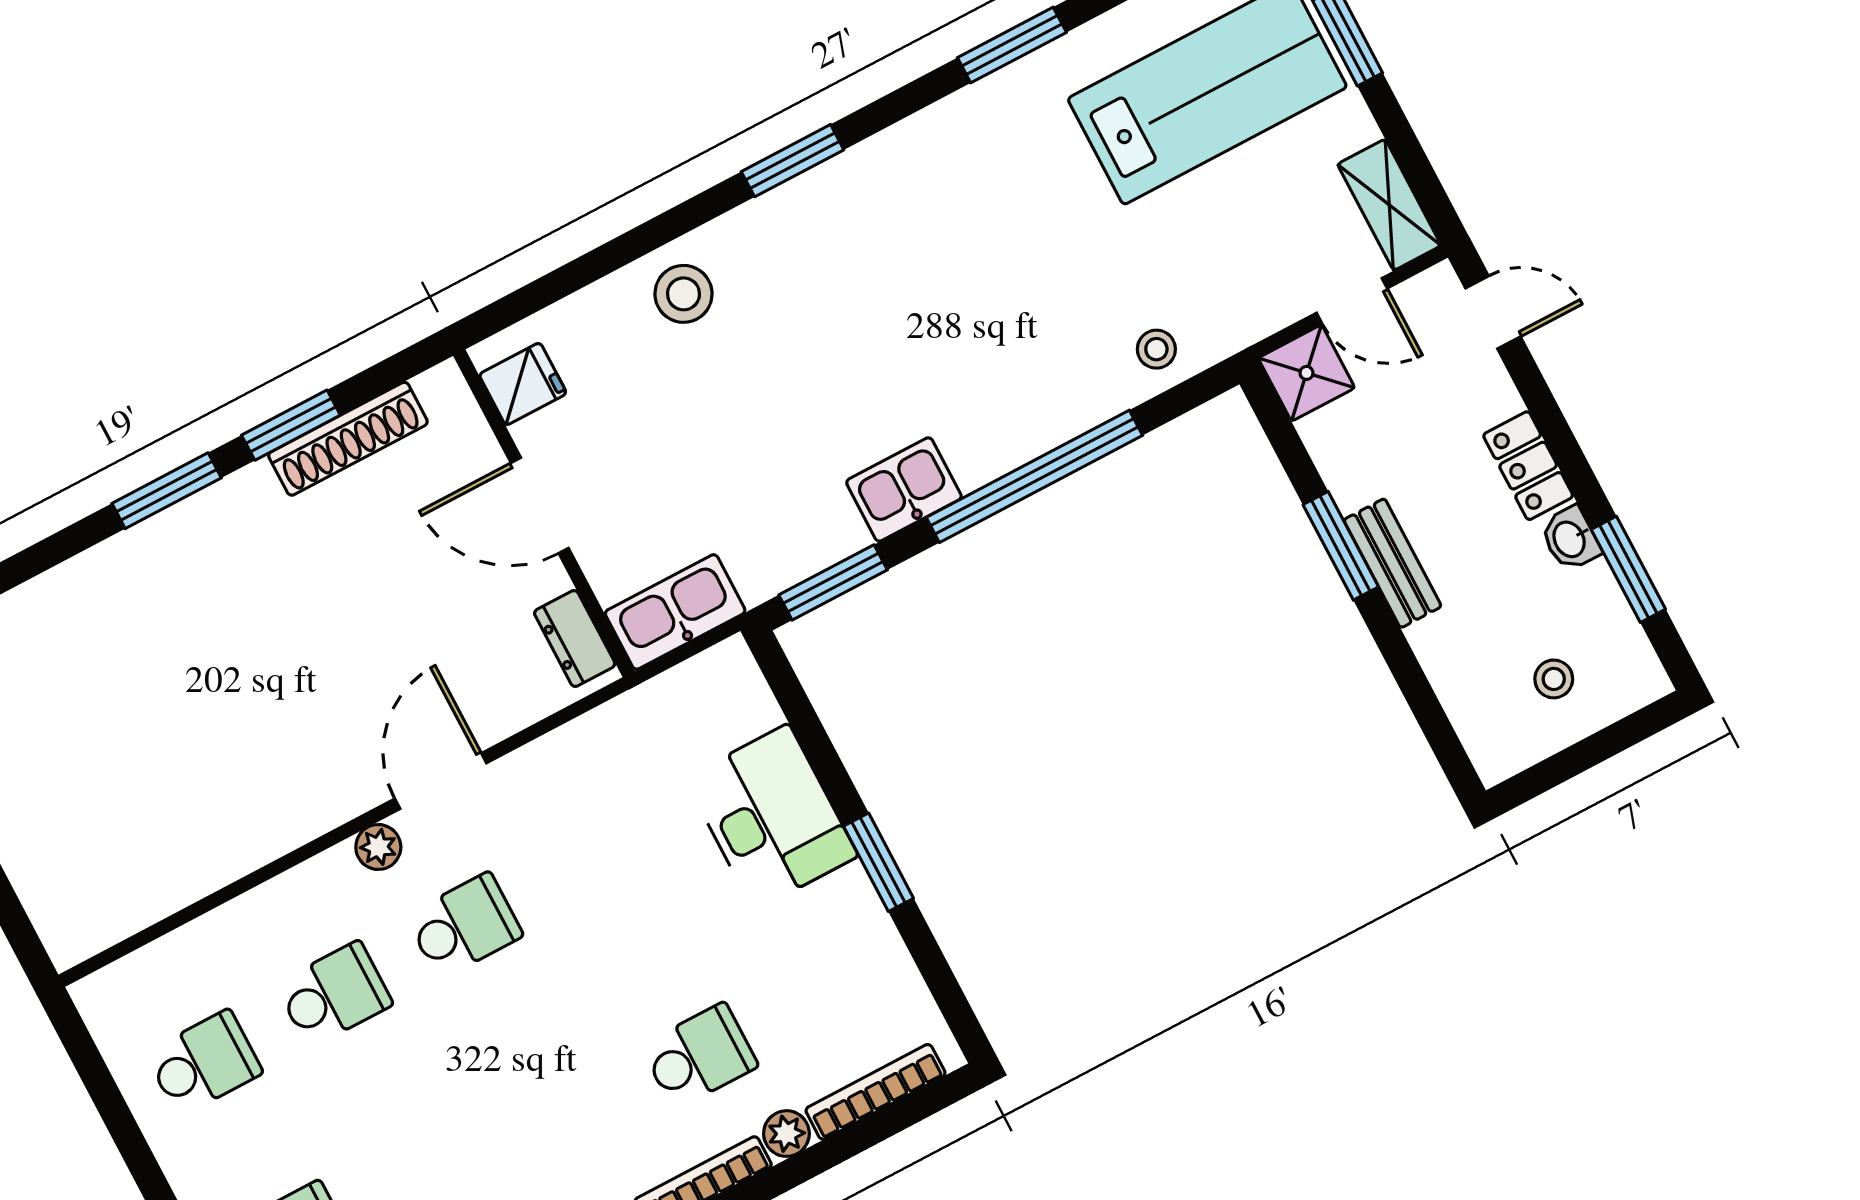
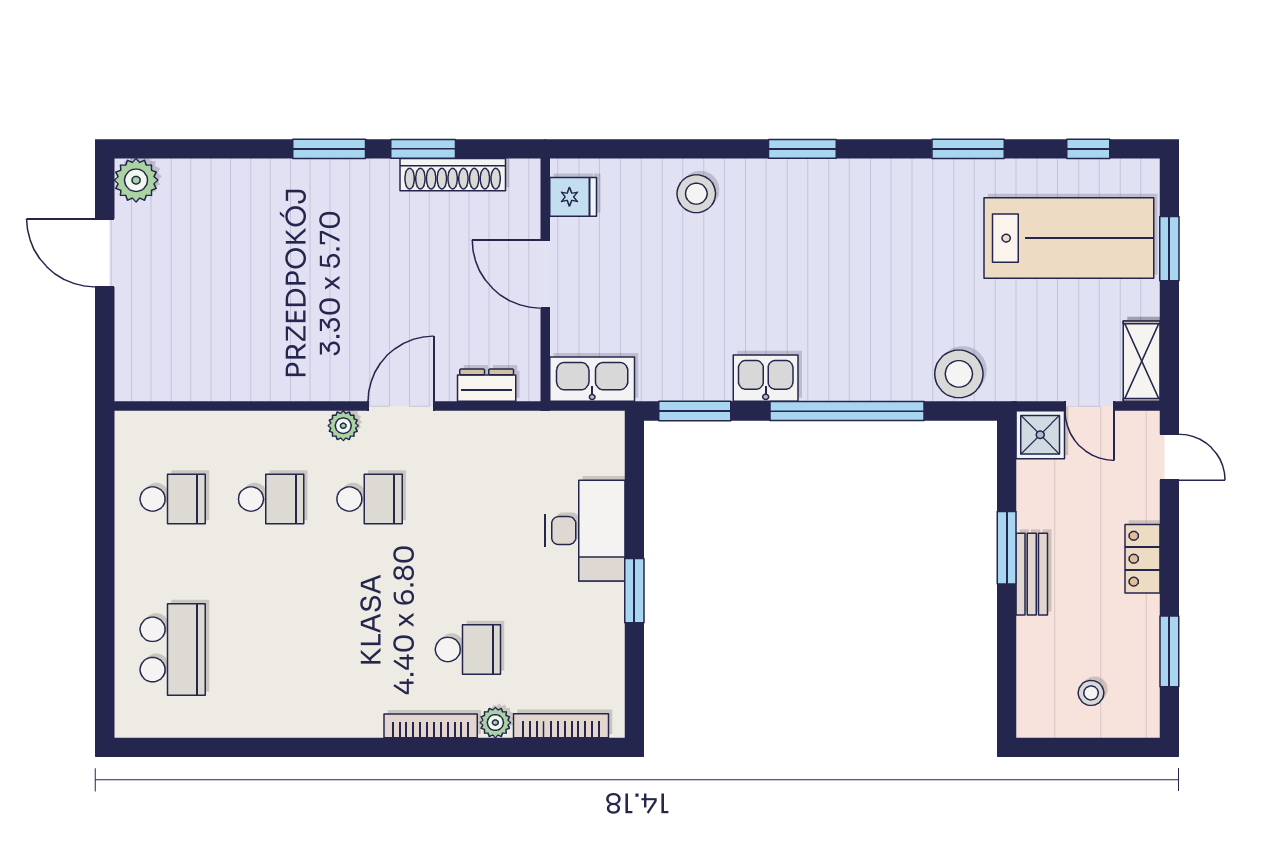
stool: (1156, 349) -> (959, 374), width x1.89, depth x1.89
washbasin: (1570, 539) -> (1145, 615), removed
dresser: (575, 638) -> (487, 385), moved, turned 90

